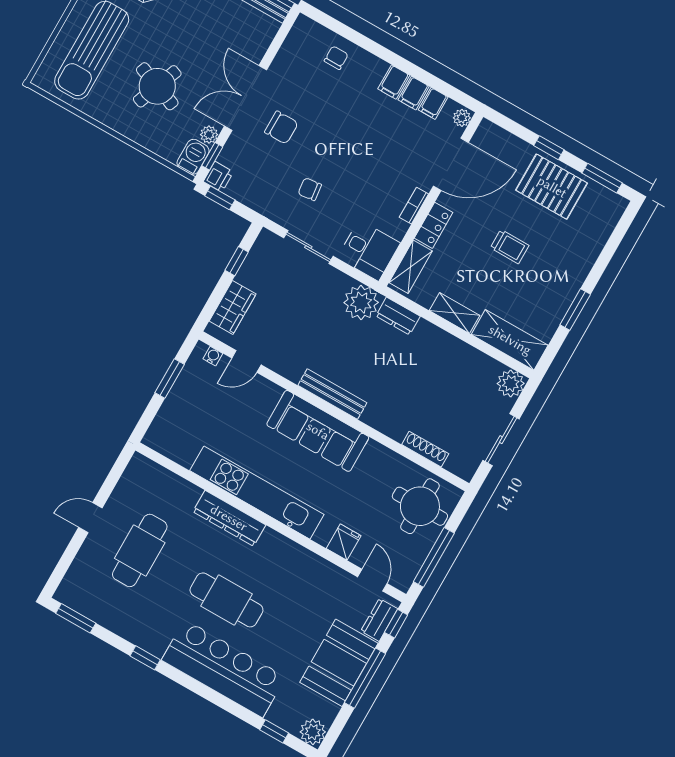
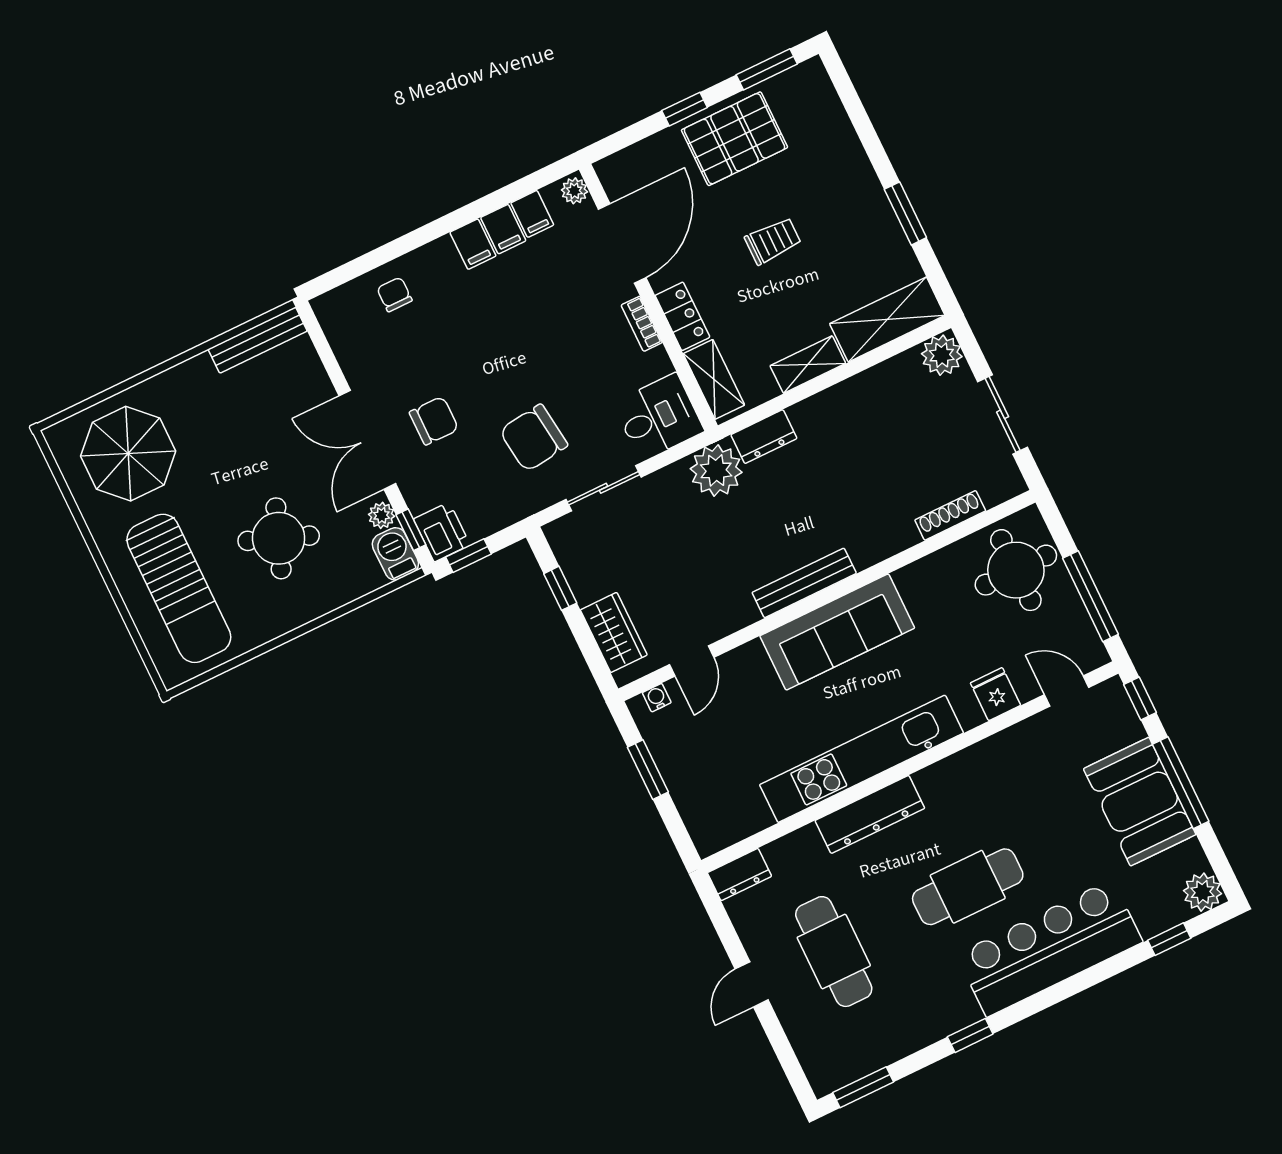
printer: (218, 177) -> (442, 532), width x1.36, depth x1.24
chair: (310, 189) -> (534, 438), width x1.87, depth x1.87
dresser: (379, 620) -> (739, 874), moved, turned -90

